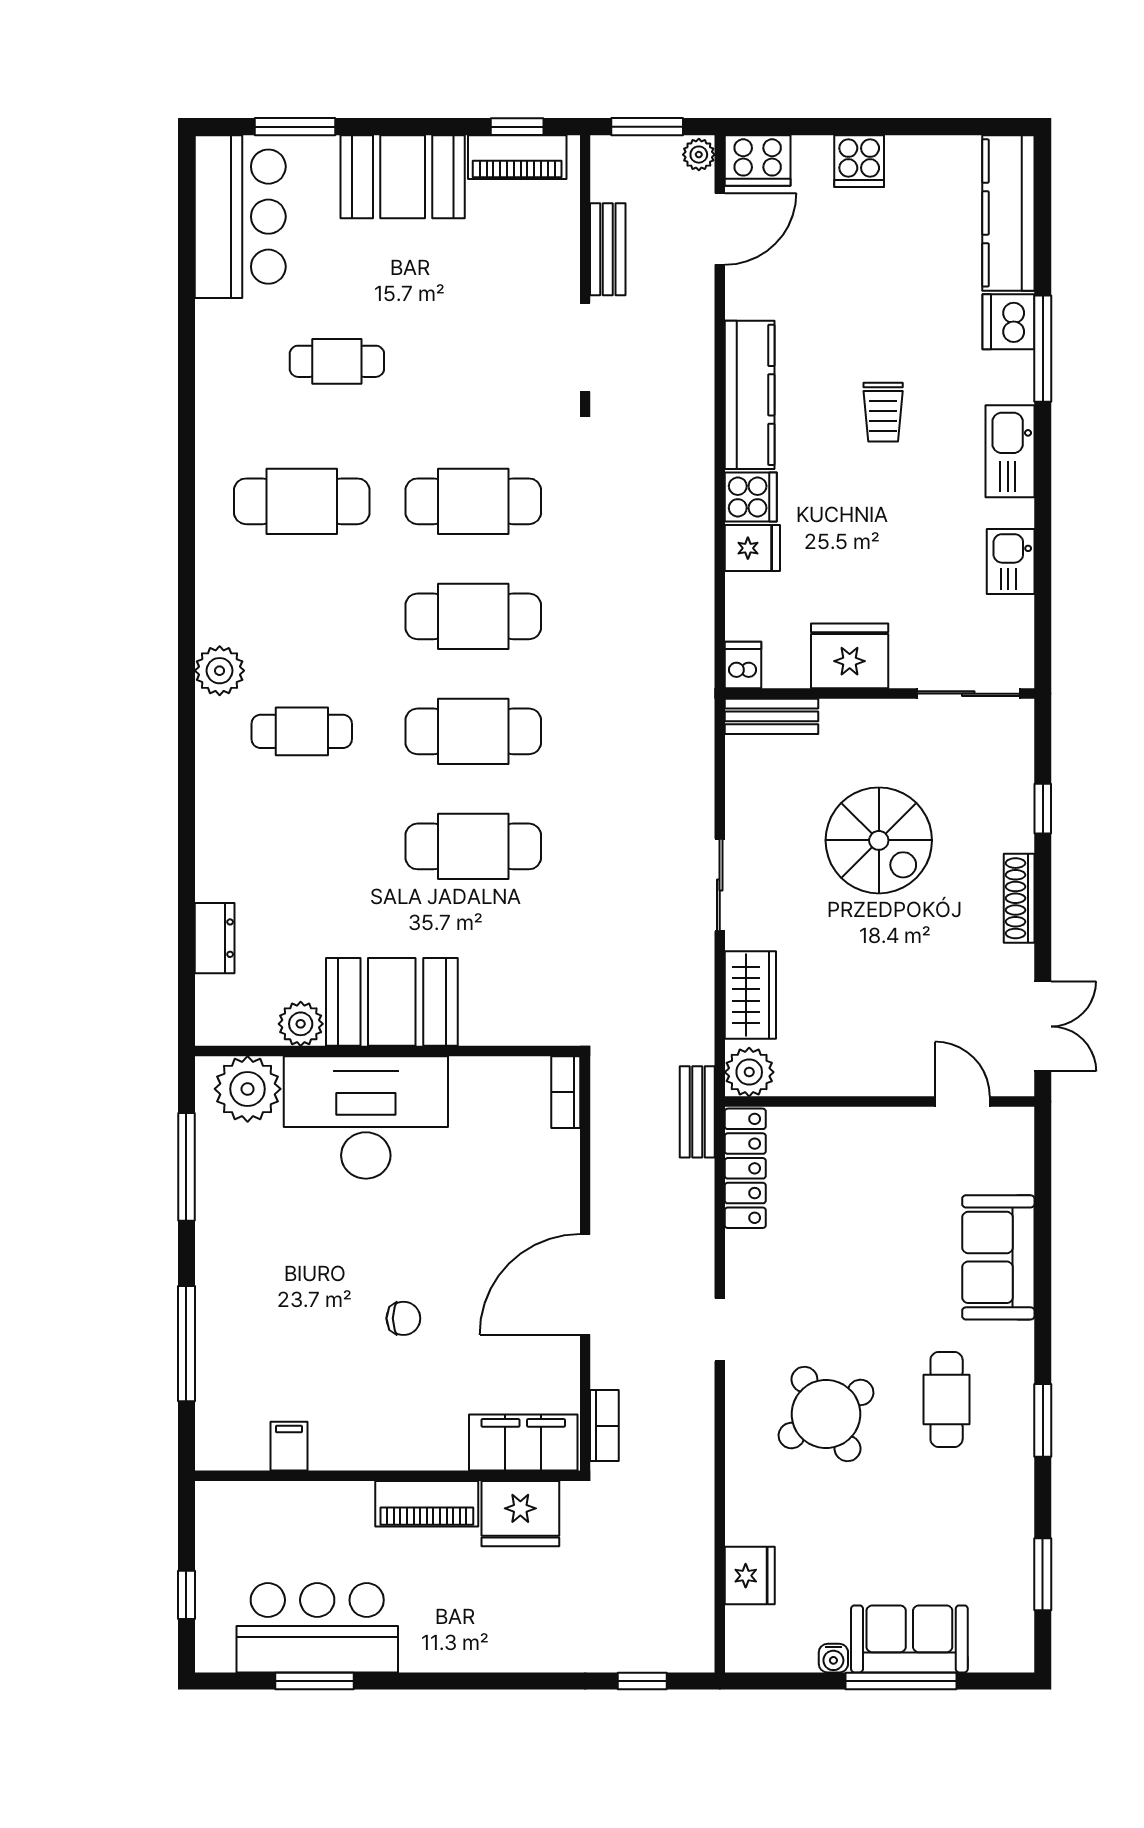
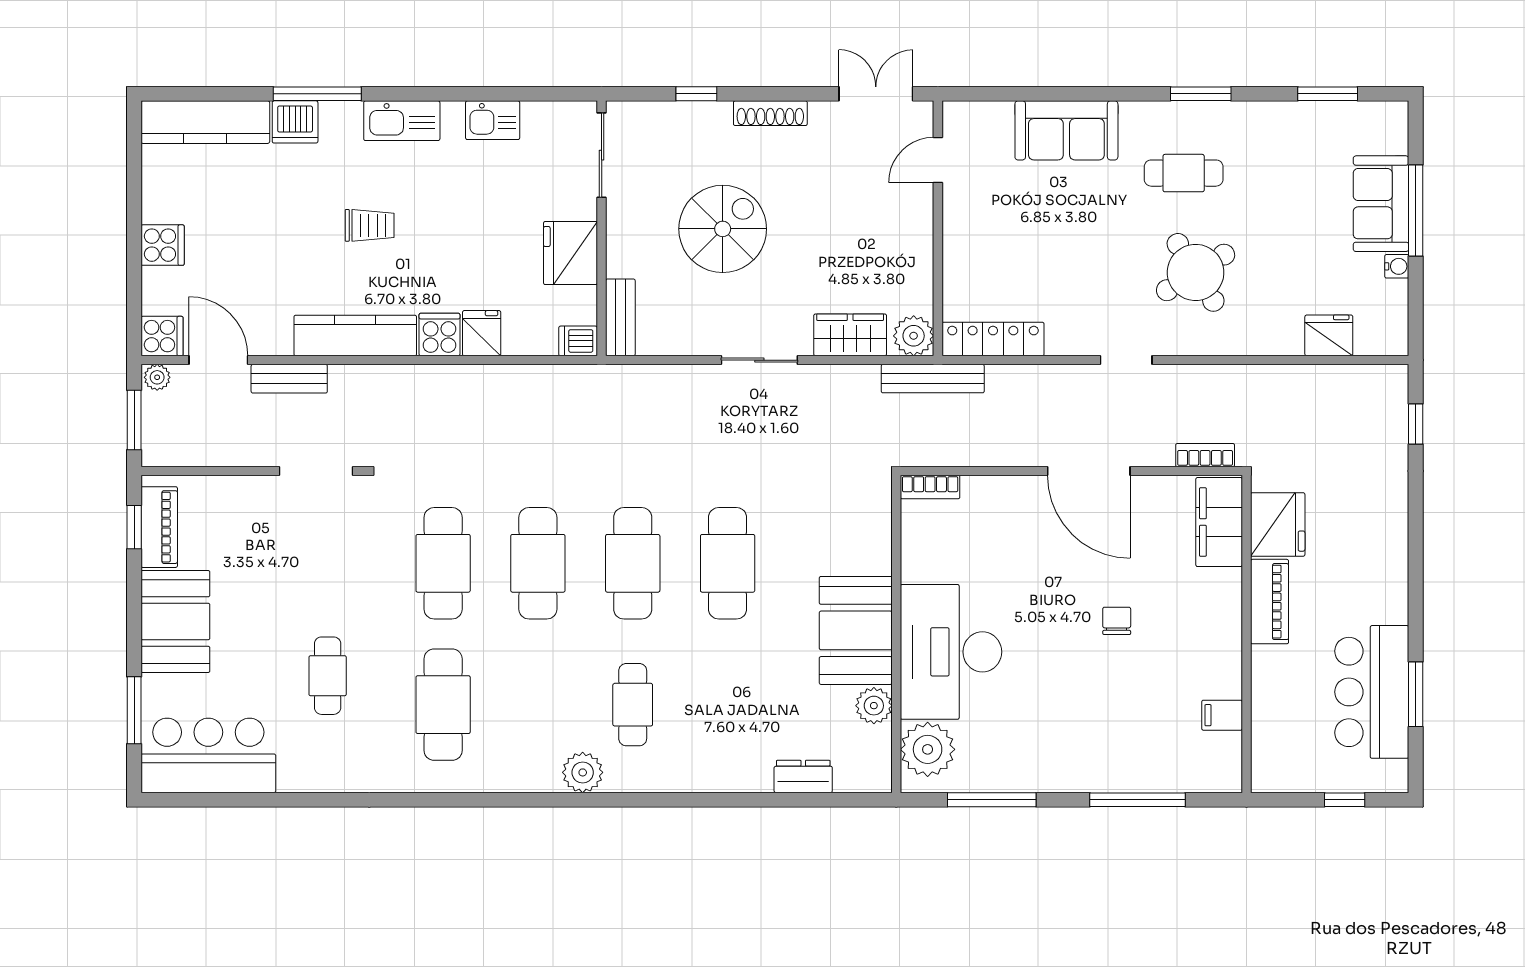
cooker: (758, 160) -> (162, 336), width x0.73
bench: (608, 249) -> (289, 379), moved
bench: (697, 1112) -> (933, 379), width x1.36

